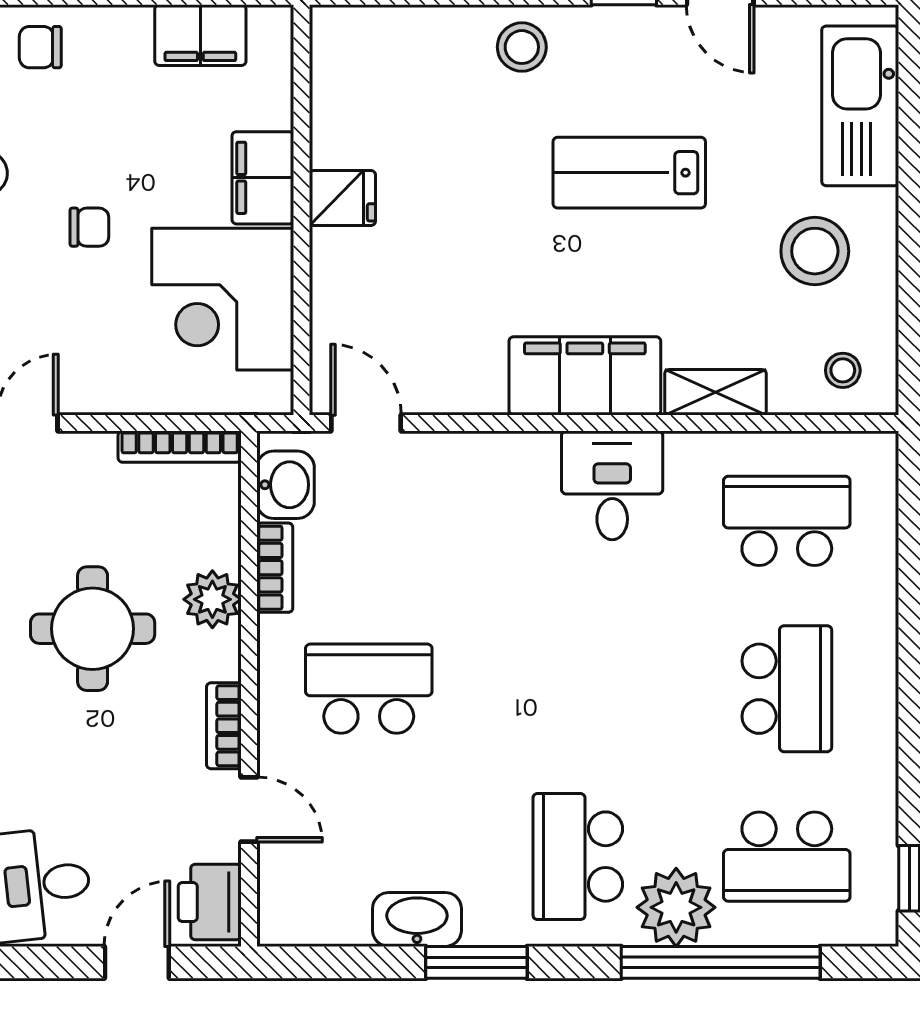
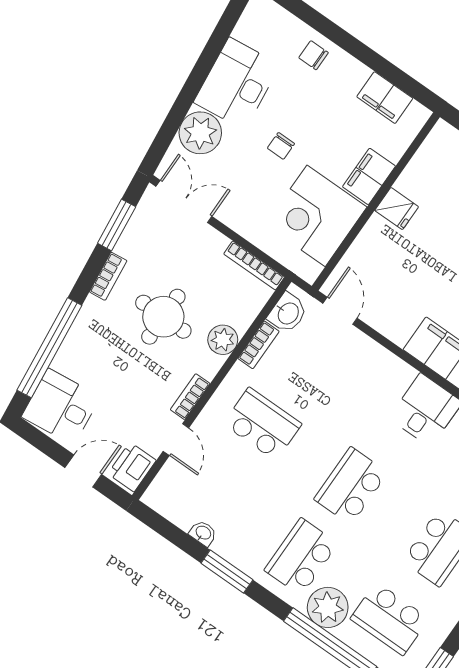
chair: (89, 227) -> (281, 146), turned 90
school desk: (578, 689) -> (351, 486), added
washbasin: (417, 919) -> (203, 533), width x0.52, depth x0.69

